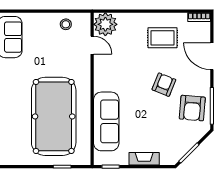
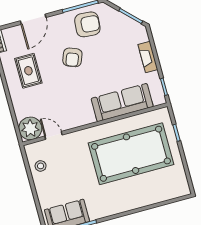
door: (92, 45) -> (54, 135), hinge flipped
armchair: (164, 85) -> (72, 57), turned -91

